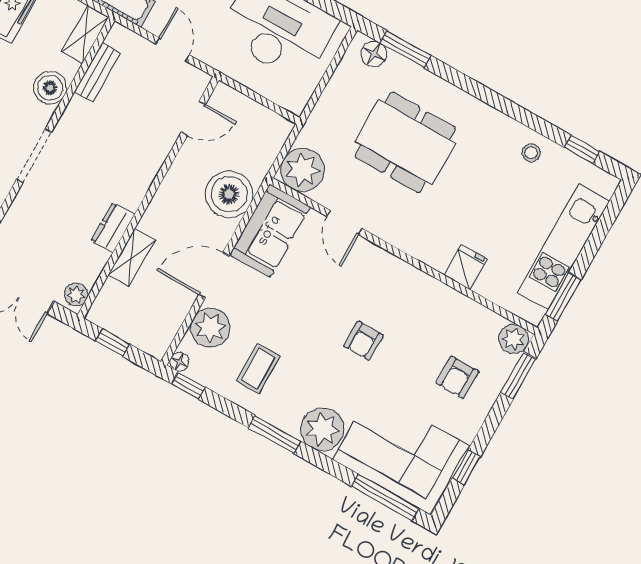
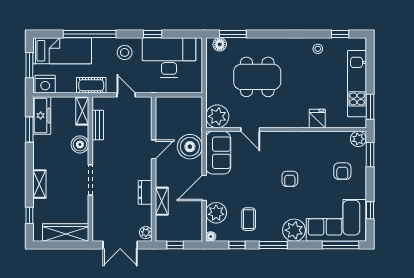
door: (193, 118) -> (154, 149), moved
window: (188, 385) -> (237, 245), moved

